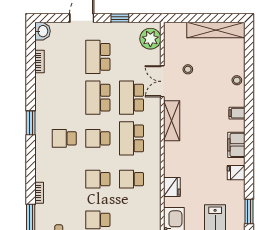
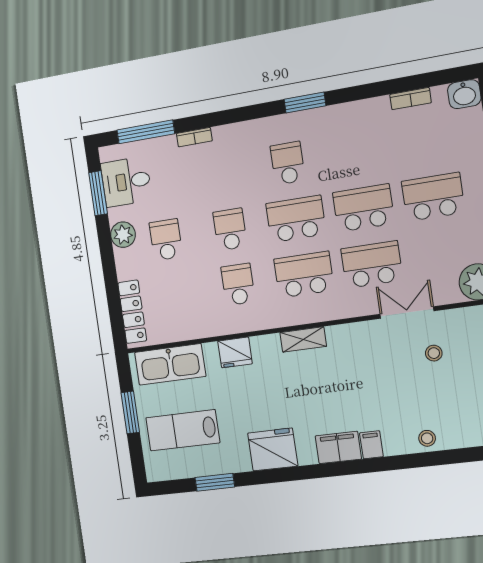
shelving: (172, 121) -> (303, 339), moved, width x0.67, depth x0.75
school desk: (98, 138) -> (296, 219), width x1.85
filing cabinet: (236, 145) -> (338, 447), moved
fridge: (236, 173) -> (273, 449), width x1.88, depth x1.34

